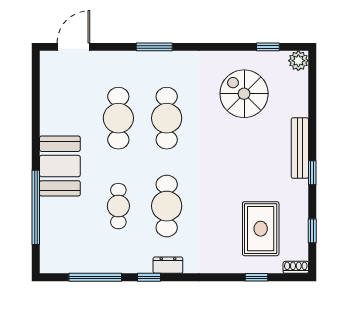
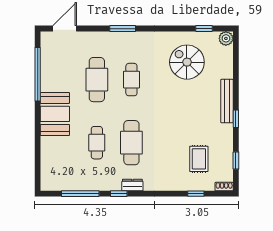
cafe table: (167, 118) -> (131, 80), width x0.73, depth x0.74
window: (36, 207) -> (38, 74), moved
rug: (261, 229) -> (199, 159), width x0.73, depth x0.70

